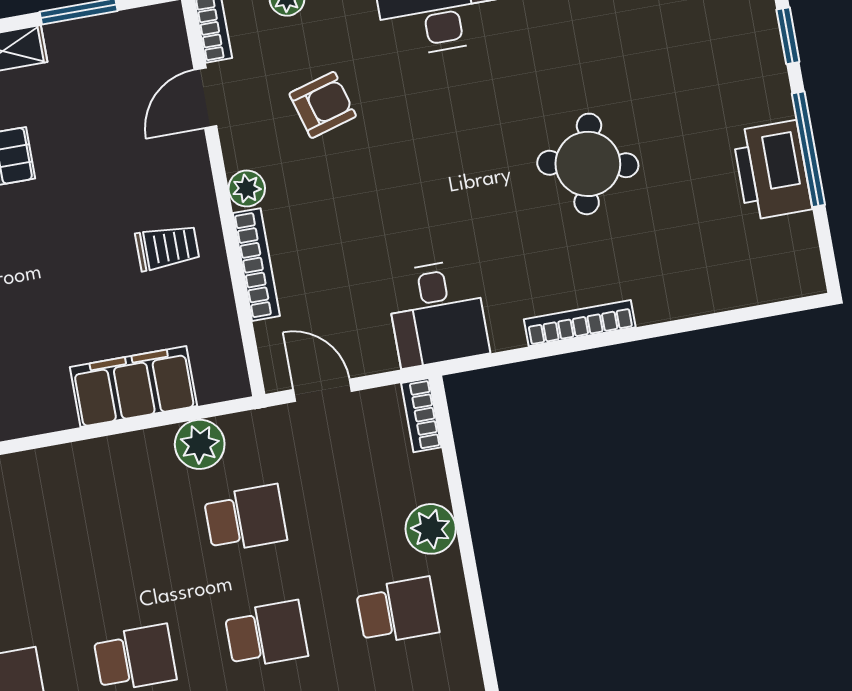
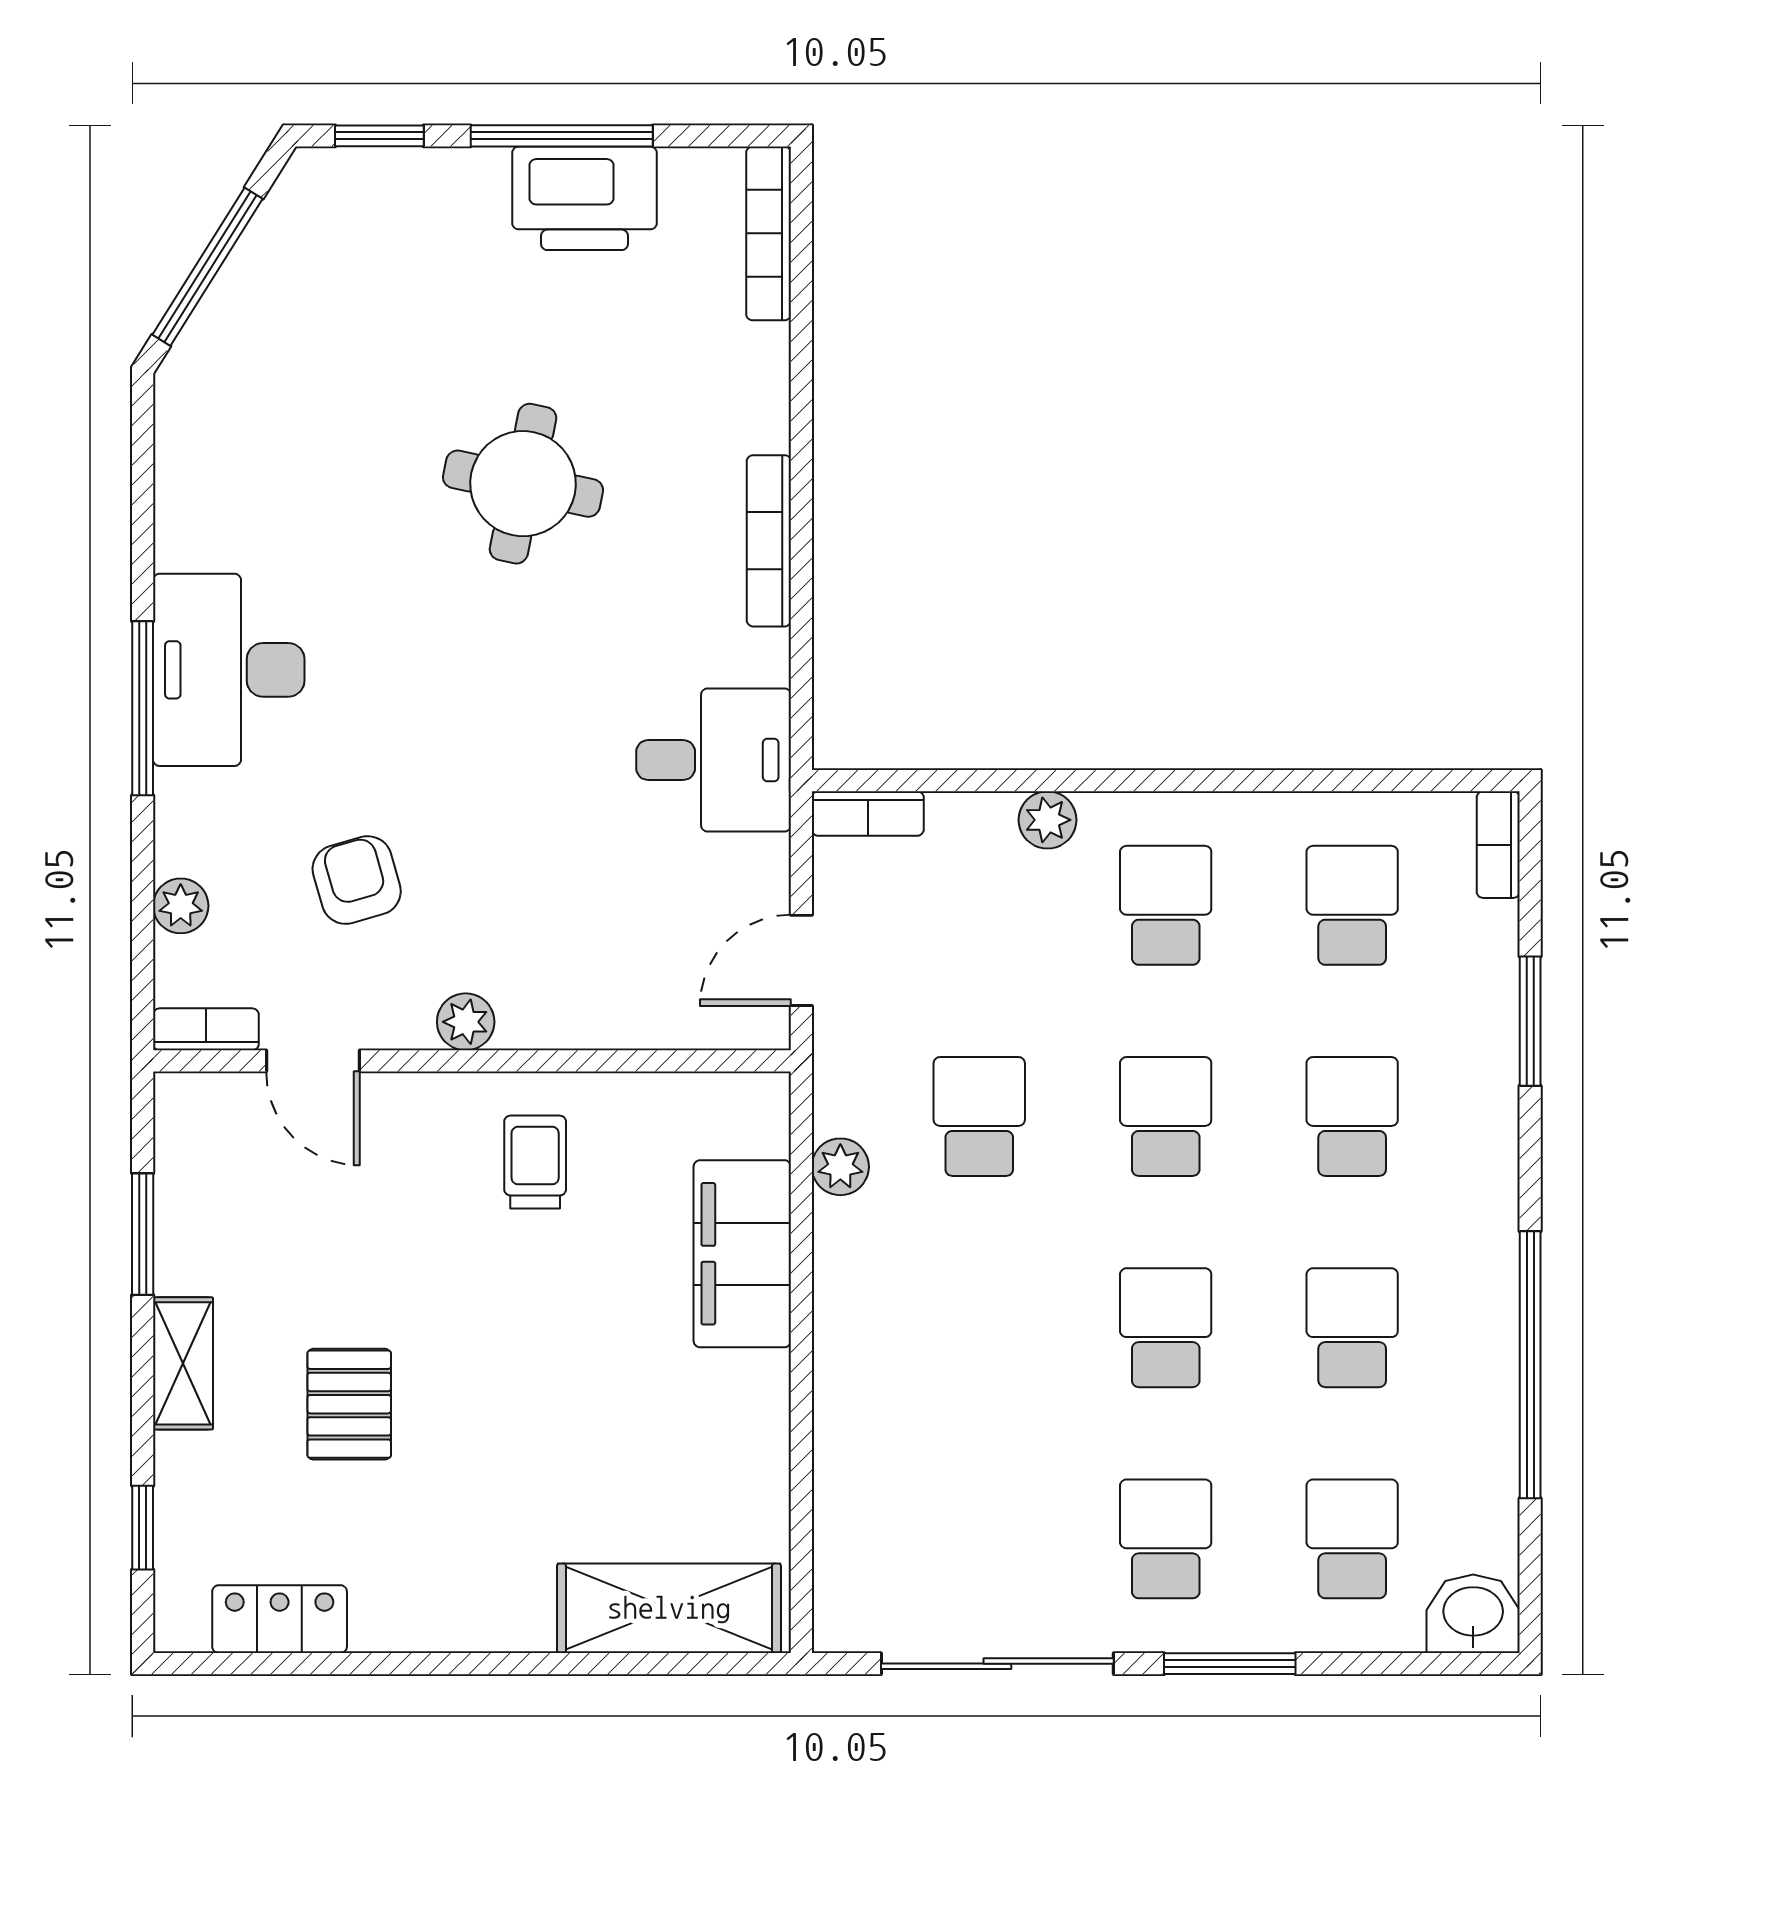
bookcase: (256, 265) -> (769, 233), moved, turned -90
plant: (200, 444) -> (840, 1167), width x0.73, depth x0.73
plant: (431, 529) -> (1048, 820), width x0.73, depth x0.73

